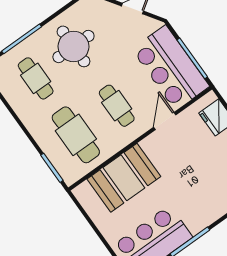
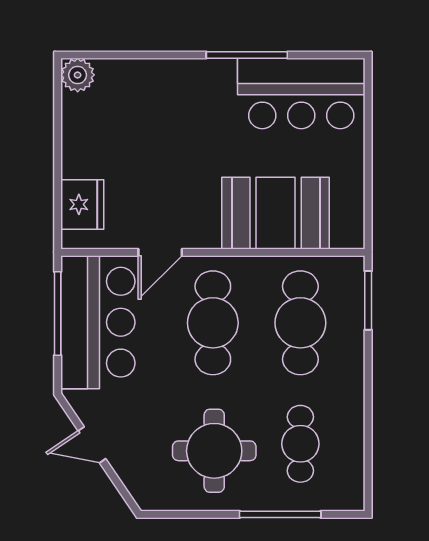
cafe table: (117, 106) -> (213, 323), width x1.37, depth x1.35

